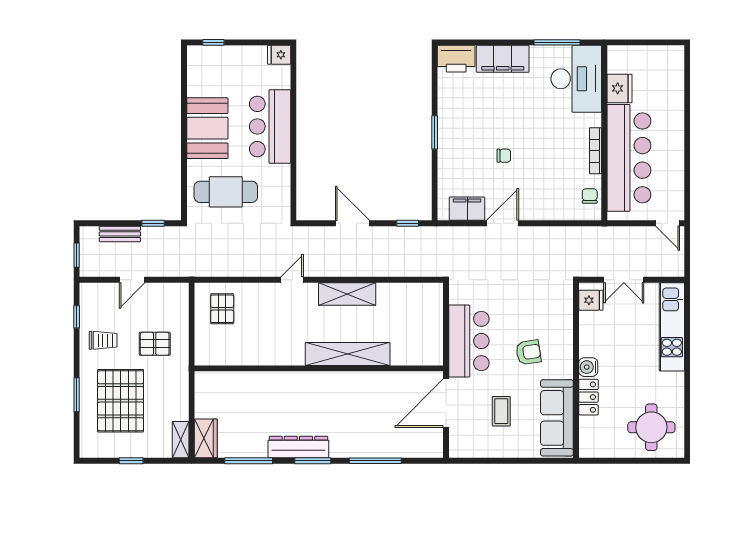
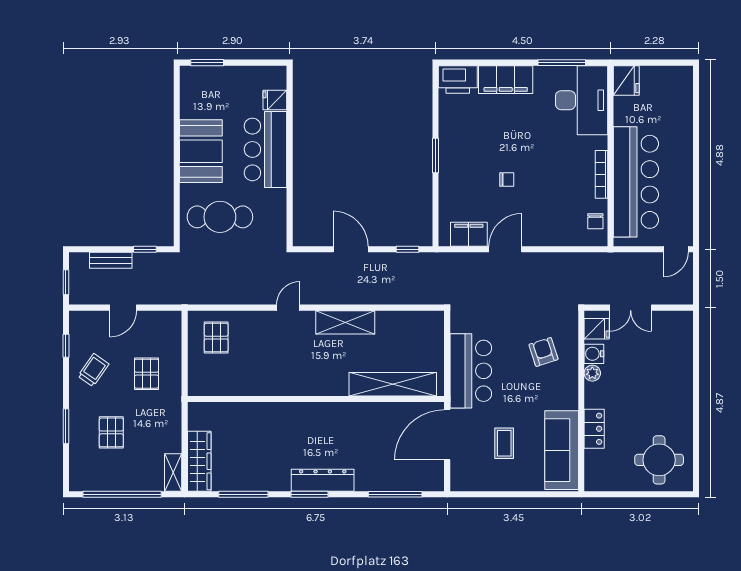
window: (213, 42) -> (207, 63), width x1.50
fridge: (279, 55) -> (275, 100), moved
fridge: (620, 88) -> (626, 80), moved
chair: (590, 196) -> (595, 221), turned 180
door: (668, 223) -> (676, 249), hinge flipped
kitchen unit: (672, 327) -> (680, 356), removed
trolley: (103, 340) -> (93, 370), turned -55
plant: (587, 343) -> (592, 373), added
pallet: (155, 344) -> (146, 374), turned 90
armchair: (528, 352) -> (544, 352), moved, turned -99
shelving: (348, 354) -> (393, 384), moved
water cooler: (588, 367) -> (594, 354), moved
pallet: (121, 401) -> (111, 432), width x0.49, depth x0.50
wardrobe: (206, 438) -> (199, 461), width x1.50
dresser: (298, 447) -> (323, 480), moved
window: (131, 461) -> (122, 494), width x3.17
window: (375, 461) -> (395, 494), moved

